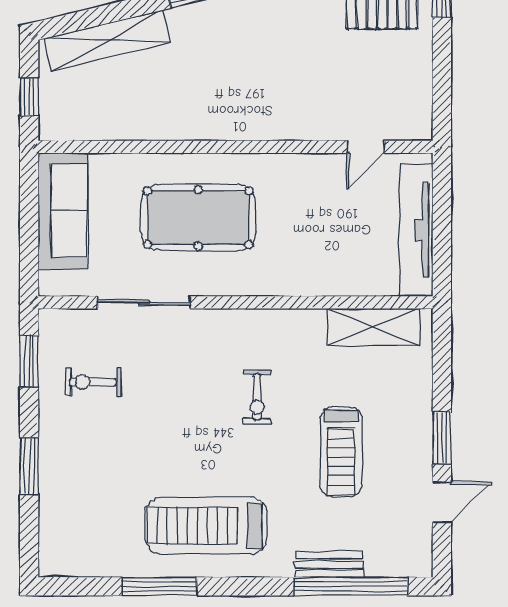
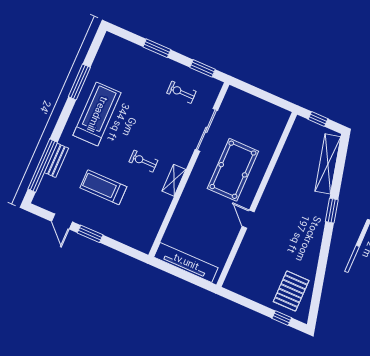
door: (365, 147) -> (248, 219), moved
sofa: (63, 211) -> (262, 112), removed
shelving: (374, 327) -> (174, 180), moved, width x0.67, depth x0.75
exercise bike: (93, 382) -> (181, 92), turned -90

